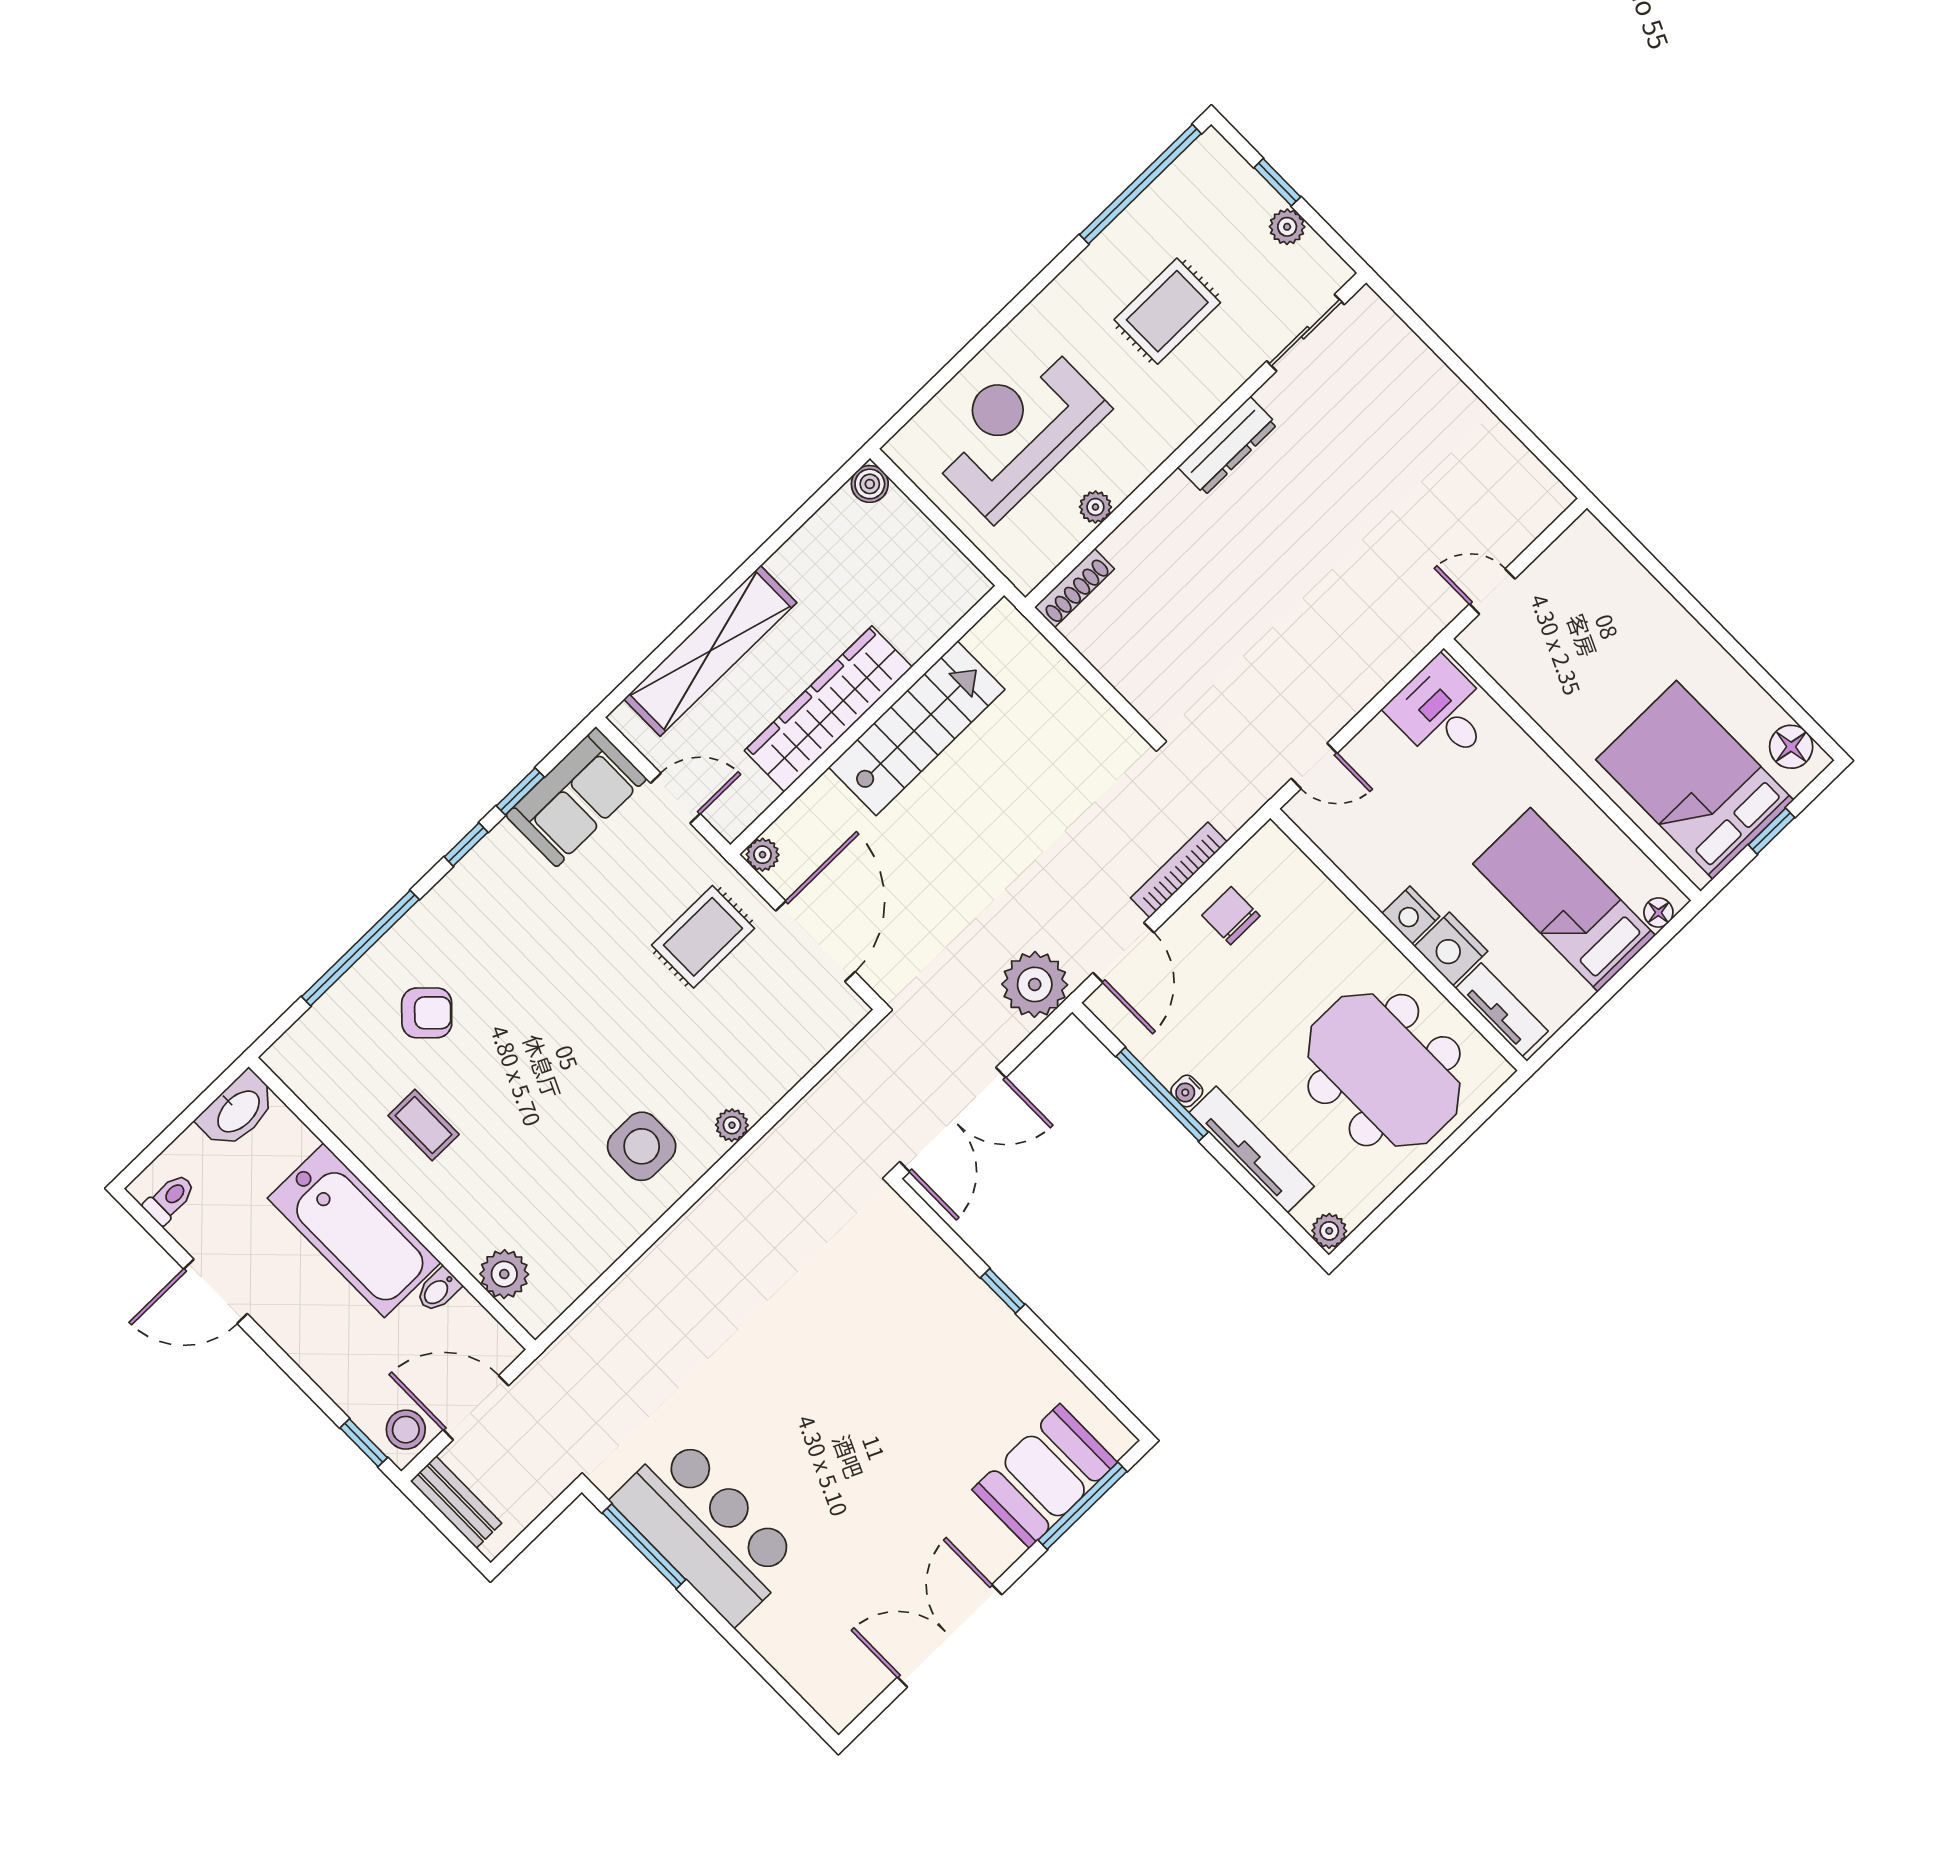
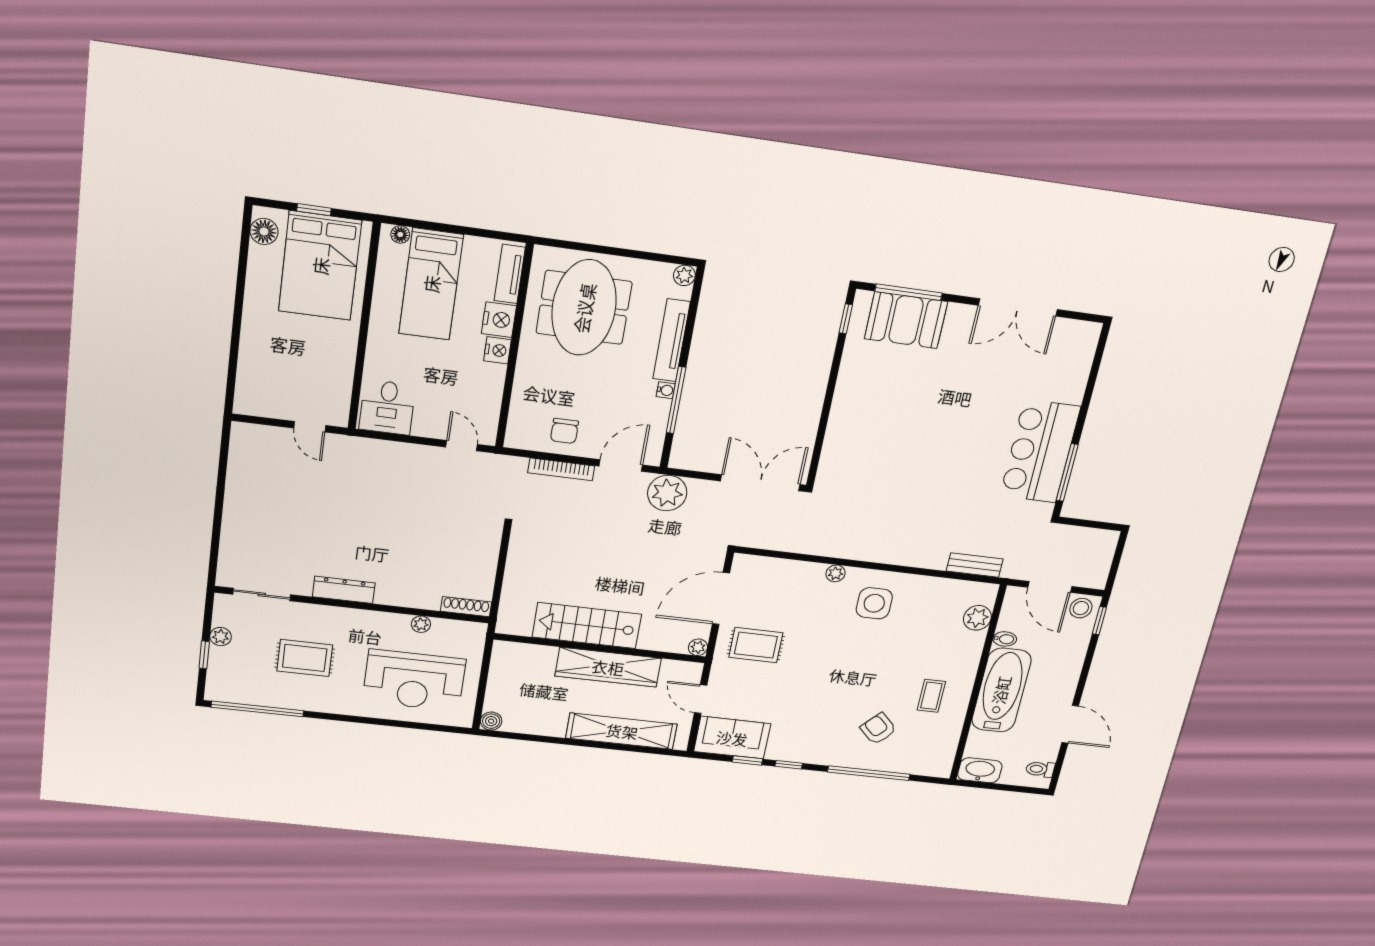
window: (1003, 1291) -> (846, 319), moved
bench: (456, 1502) -> (975, 565), moved, turned 90

